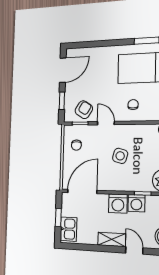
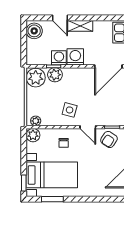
chair: (76, 145) -> (115, 108), removed
side table: (120, 156) -> (70, 110), moved
plant: (141, 183) -> (55, 75), added

